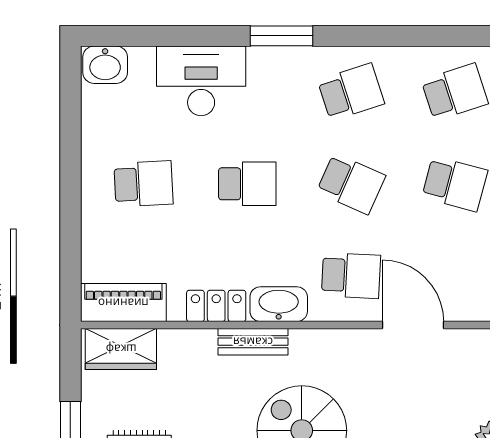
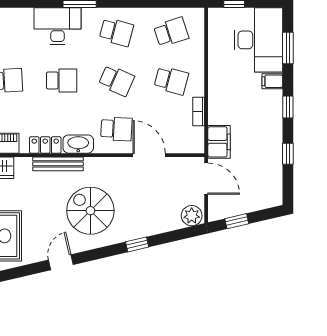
desk: (201, 81) -> (57, 26), moved
school desk: (351, 92) -> (116, 32), turned 33
bench: (253, 342) -> (58, 164), width x1.36

